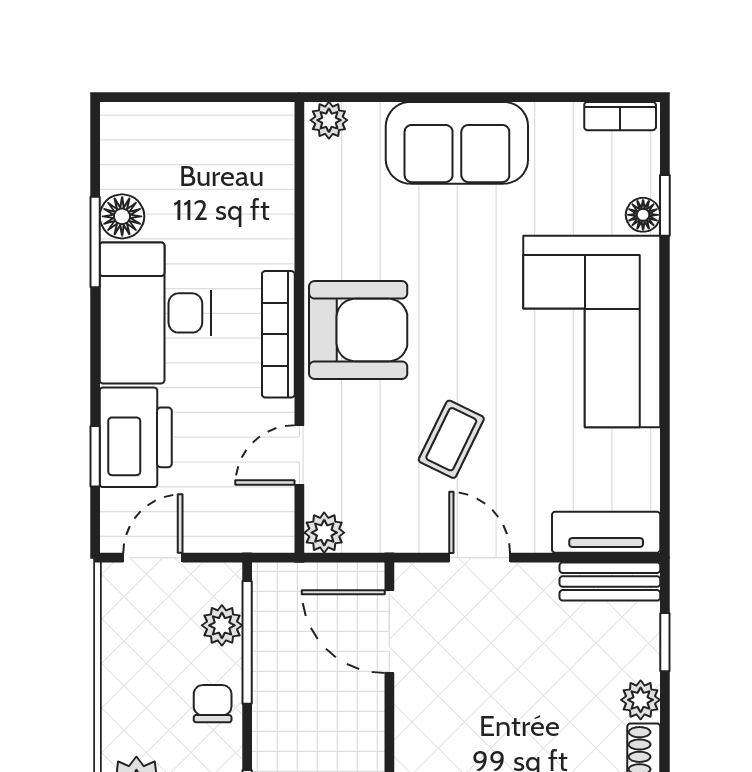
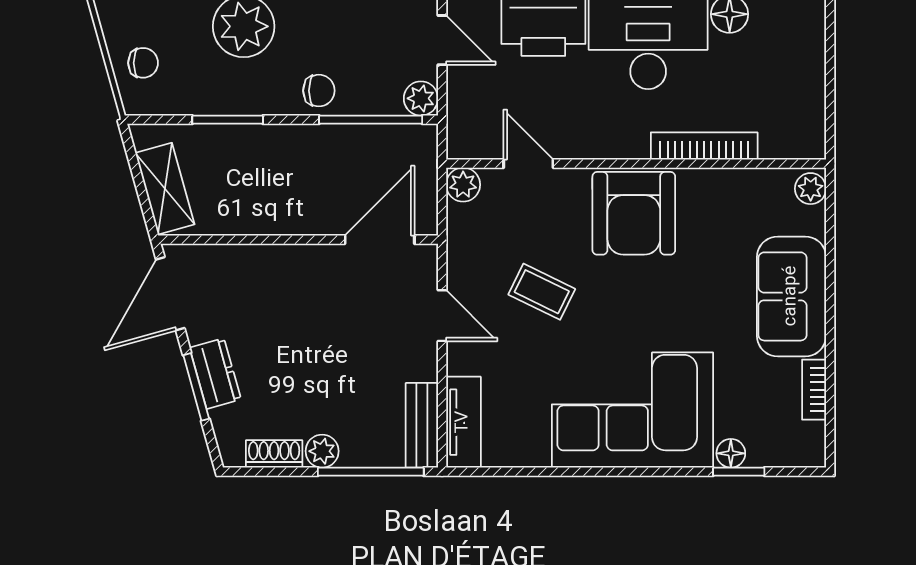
bookcase: (620, 116) -> (814, 390), moved
bookcase: (278, 334) -> (704, 146), moved
door: (480, 558) -> (442, 316), hinge flipped
plant: (222, 625) -> (421, 98), moved
window: (665, 642) -> (371, 472), width x2.17

